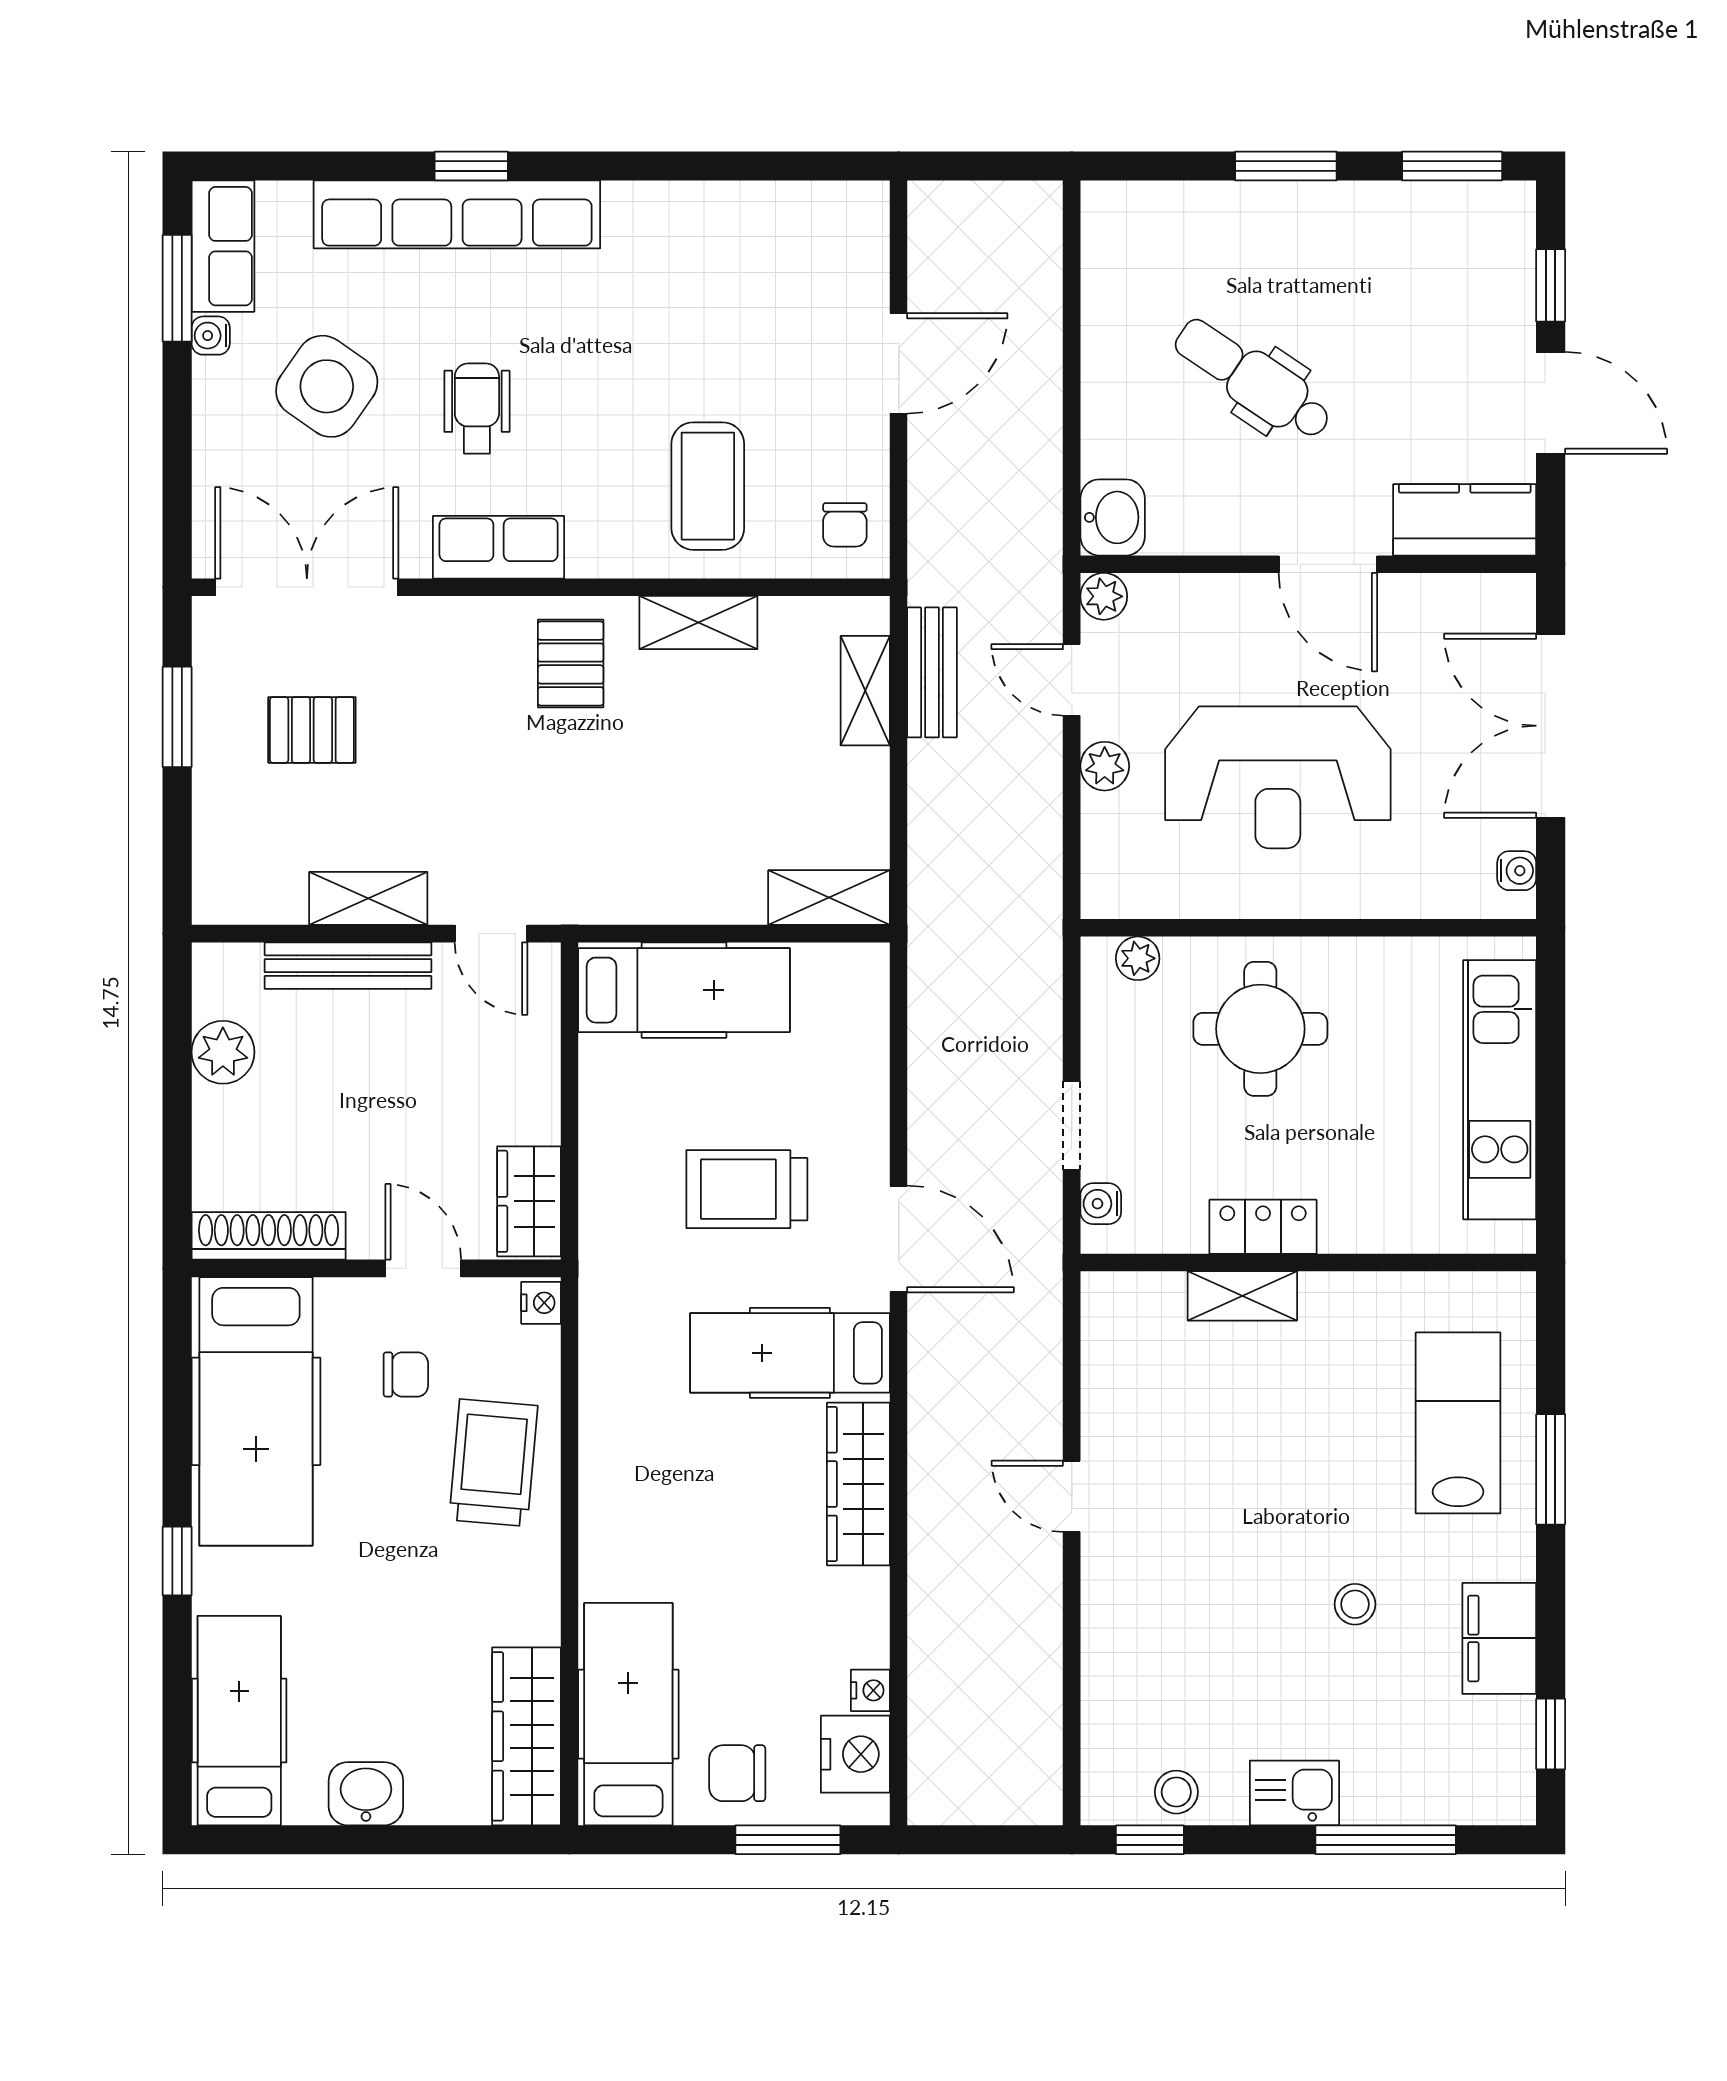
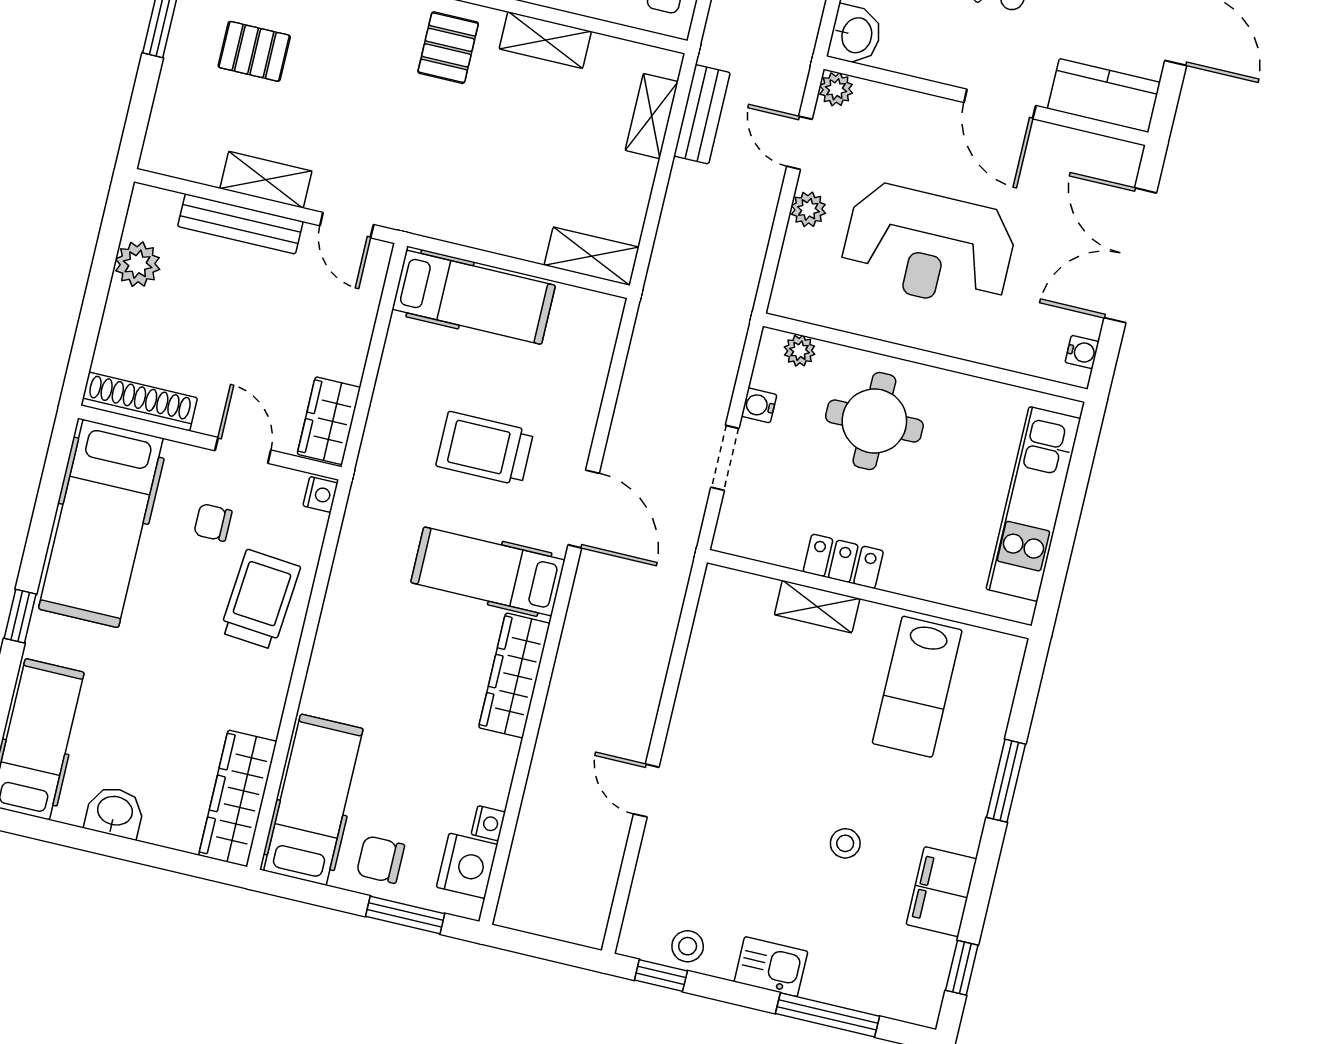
water cooler: (1101, 1204) -> (759, 405), moved
chair: (406, 1374) -> (213, 522), turned 180
lab bench: (1458, 1423) -> (917, 687), moved, turned 180
door: (1072, 1496) -> (646, 791), moved

